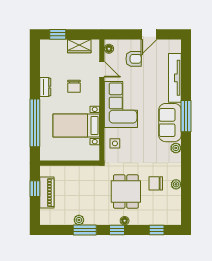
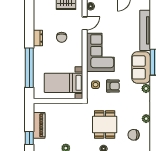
armchair: (134, 59) -> (113, 86), moved
door: (102, 69) -> (85, 23), hinge flipped
bed with nightstands: (76, 125) -> (64, 83), moved
chair: (156, 183) -> (134, 135), moved
window: (35, 189) -> (29, 138), moved

